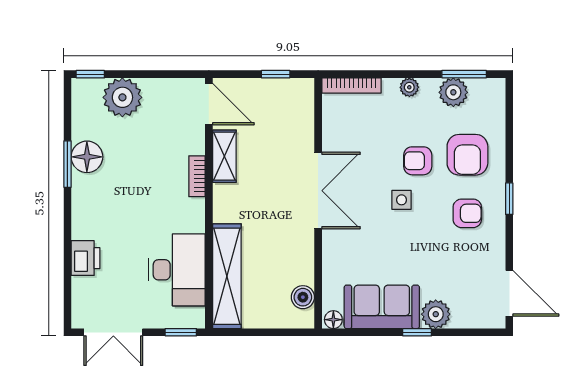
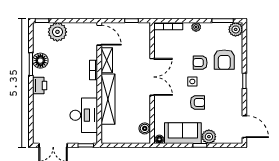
plant: (453, 92) -> (236, 29), moved
armchair: (467, 213) -> (197, 102), moved
printer: (86, 258) -> (40, 86), moved
shelving: (227, 276) -> (108, 99), moved

